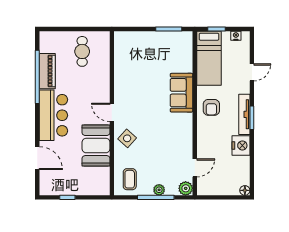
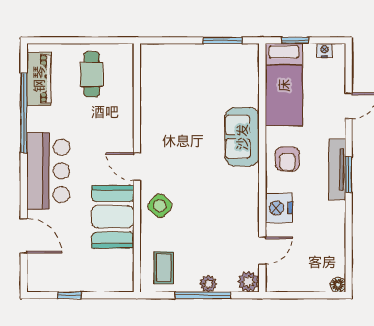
piano: (47, 71) -> (39, 79), moved
nightstand: (241, 145) -> (279, 208), moved, turned 180

